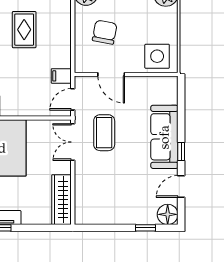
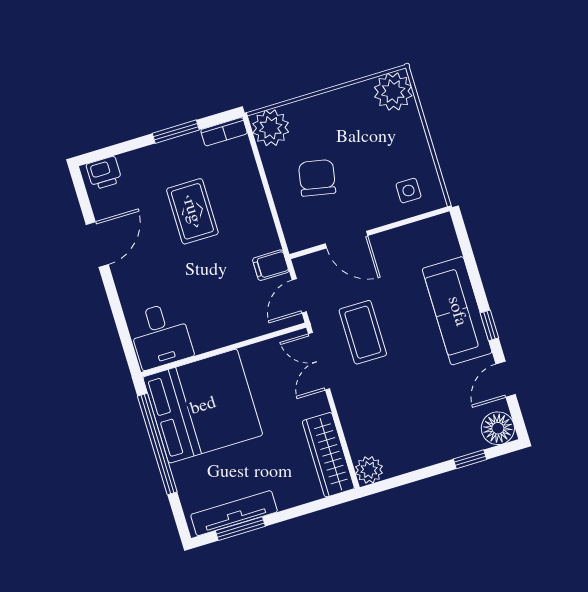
side table: (157, 56) -> (409, 191), width x0.54, depth x0.54
plant: (83, 216) -> (369, 470), added

